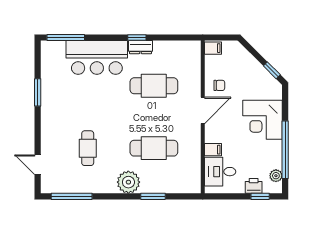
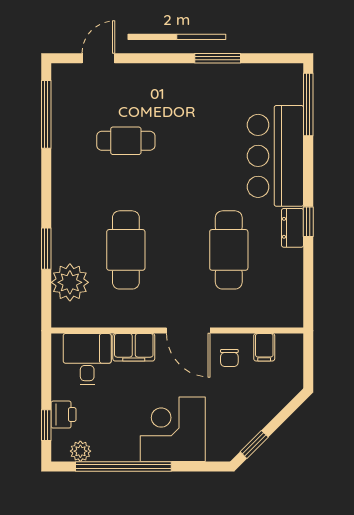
filing cabinet: (213, 48) -> (264, 347), moved
filing cabinet: (213, 150) -> (134, 347), width x2.00
plant: (128, 182) -> (70, 282), moved

